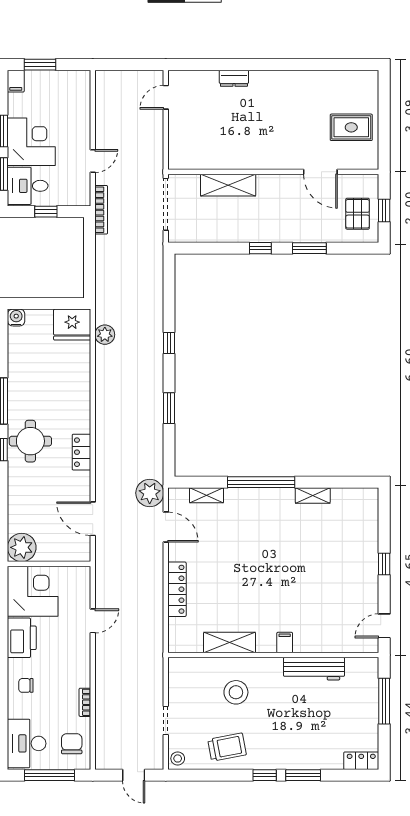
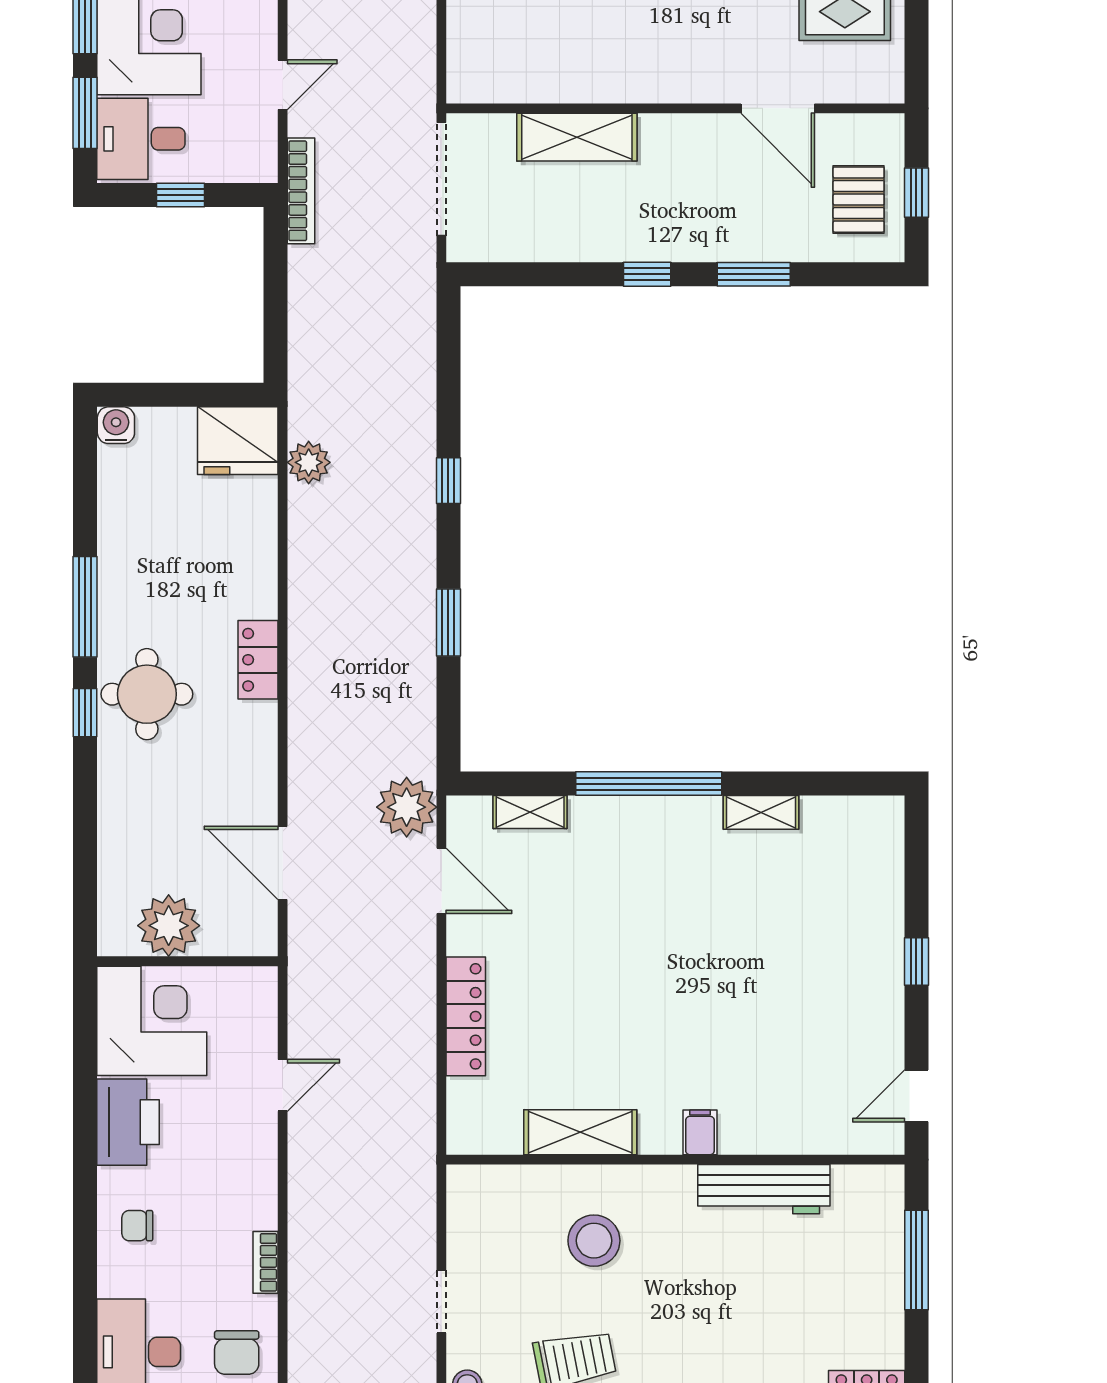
locker: (81, 452) -> (258, 660), moved
plant: (22, 547) -> (169, 926), moved
chair: (72, 744) -> (237, 1353), turned 180

